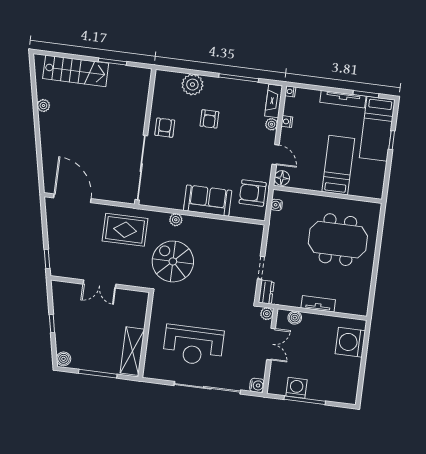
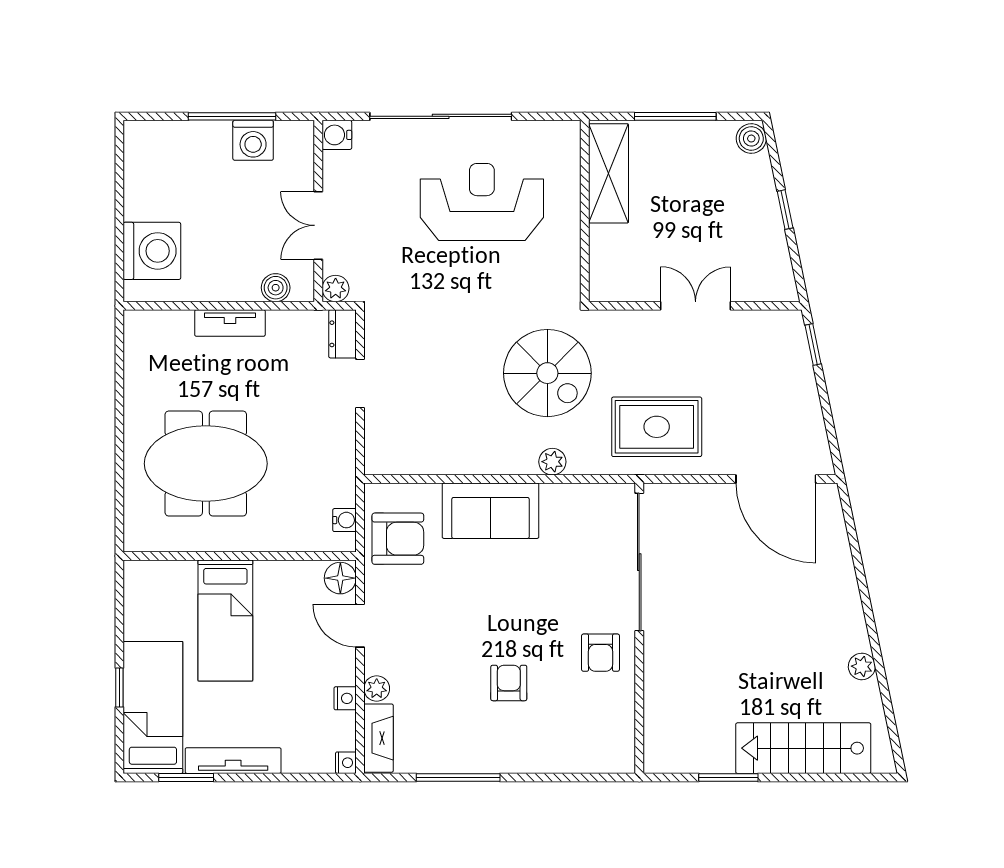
plant: (192, 85) -> (554, 751), removed

